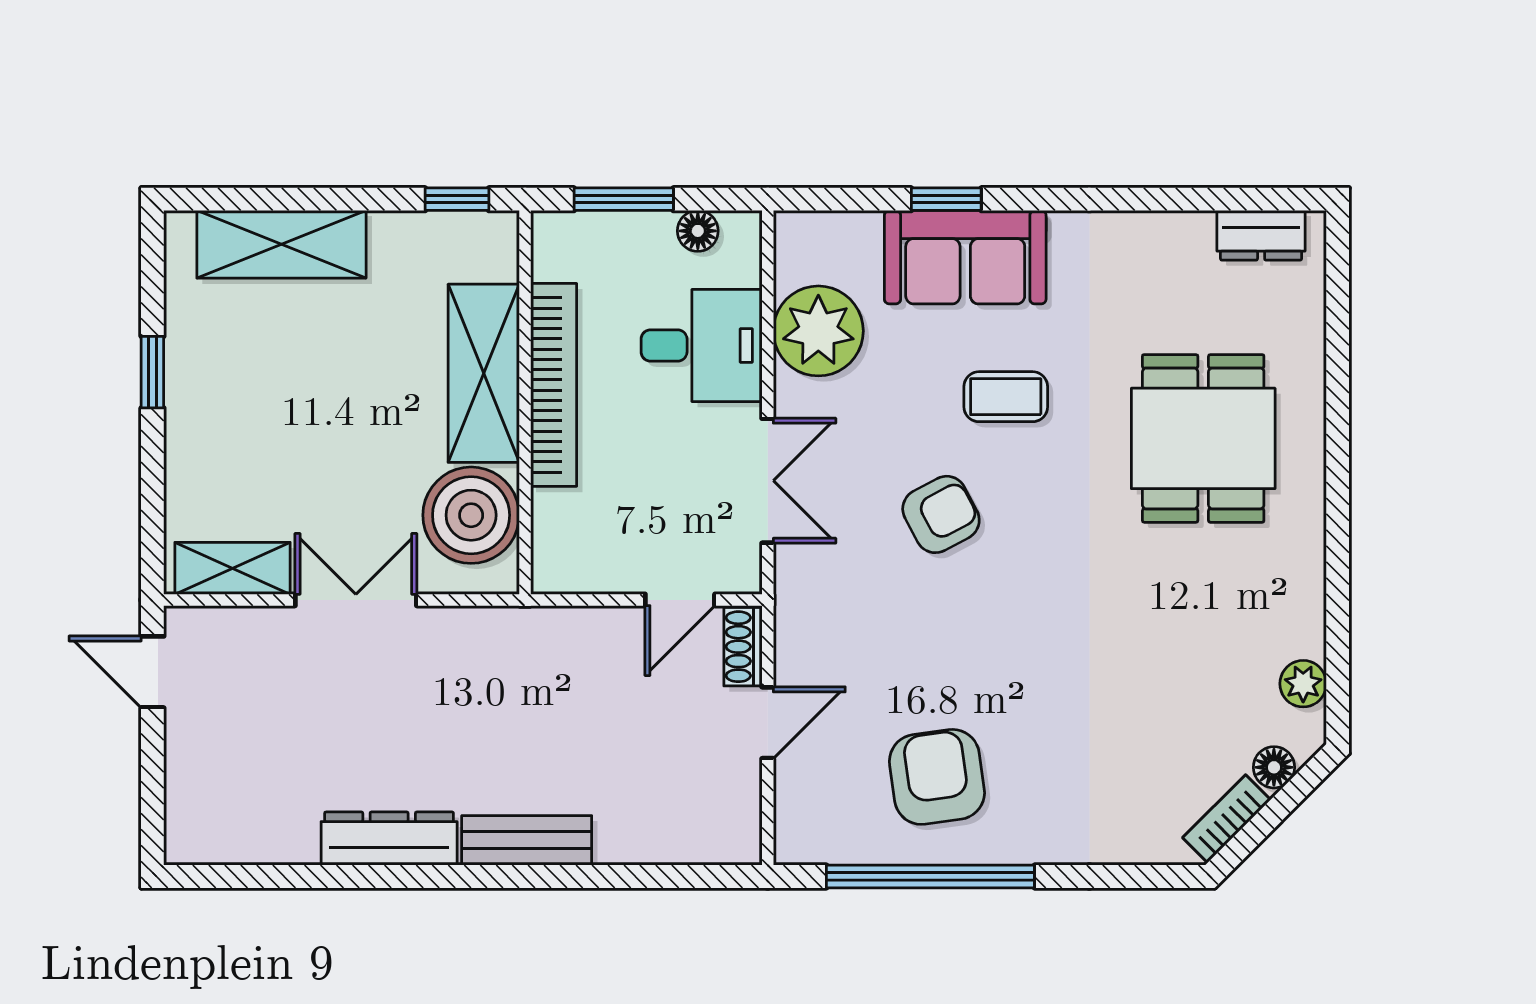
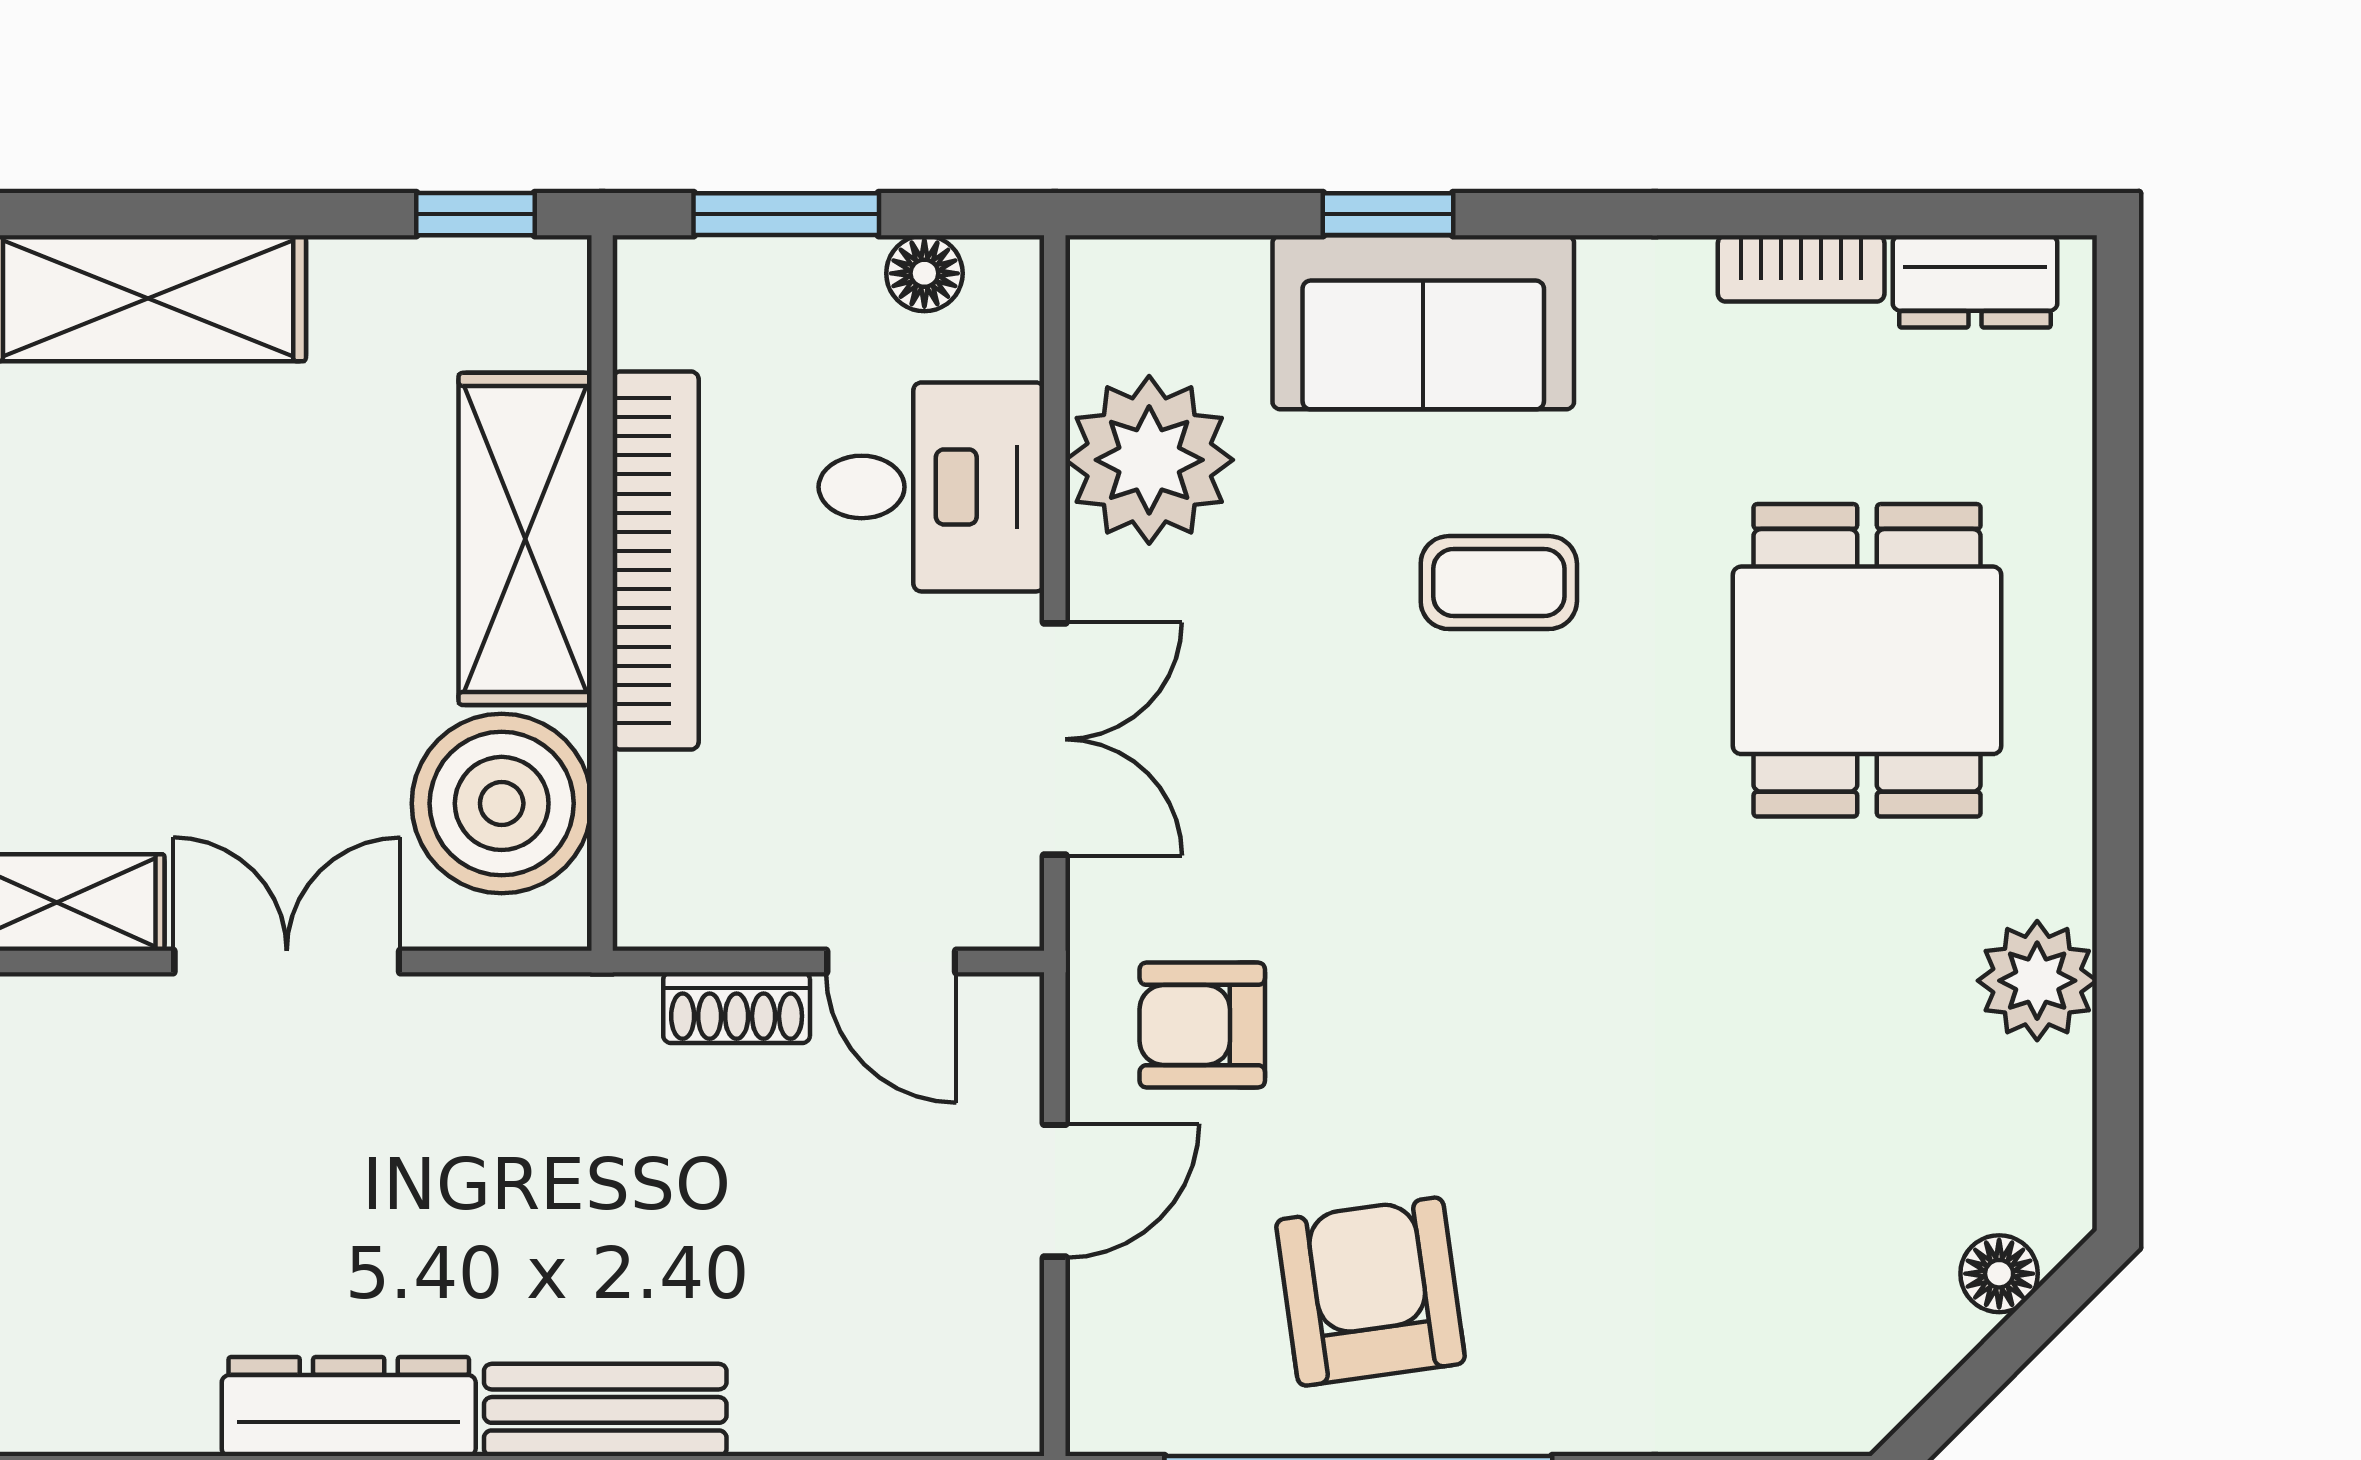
armchair: (941, 514) -> (1202, 1025), moved, turned -152
door: (680, 600) -> (891, 961), hinge flipped
shoe rack: (743, 647) -> (737, 1008), moved, turned -90
plant: (1303, 684) -> (2037, 981), moved, width x1.38, depth x1.38
bookcase: (1227, 819) -> (1801, 268), moved, turned -135

